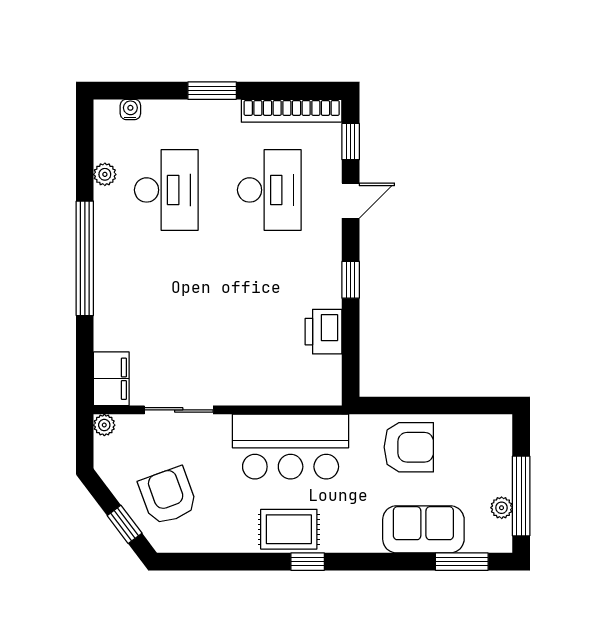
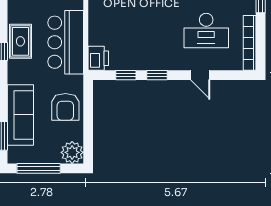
window: (351, 142) -> (126, 75), moved
printer: (324, 332) -> (98, 58), moved, turned 90
plant: (502, 508) -> (72, 152), moved, width x1.88, depth x1.88
sofa: (423, 529) -> (20, 115), width x1.36

